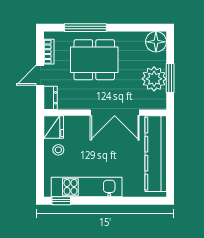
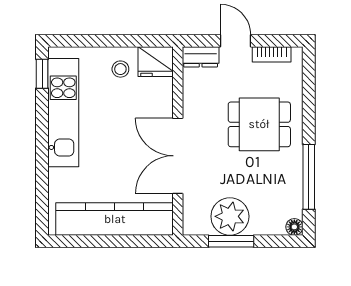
window: (85, 28) -> (309, 177), moved
floor lamp: (156, 42) -> (294, 227), width x0.53, depth x0.53
dining table: (94, 60) -> (259, 124), width x0.73

